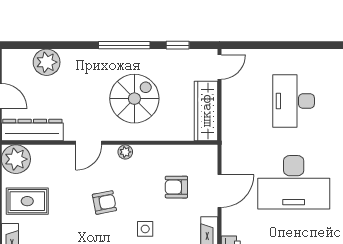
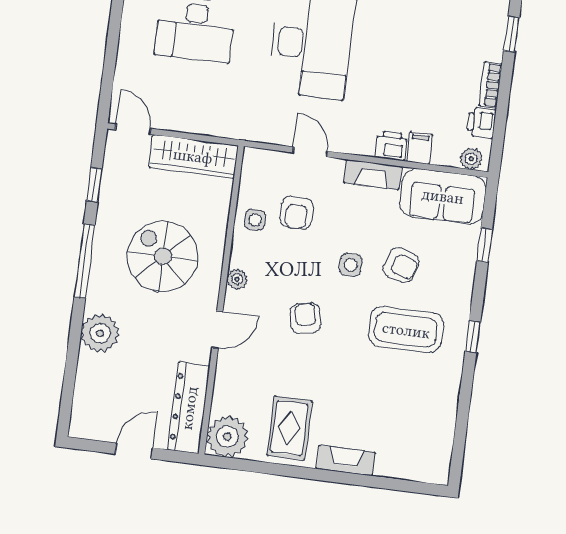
plant: (47, 62) -> (100, 333), moved
door: (89, 143) -> (217, 330), hinge flipped
side table: (168, 159) -> (255, 220), added
door: (219, 191) -> (310, 152), width x0.73

